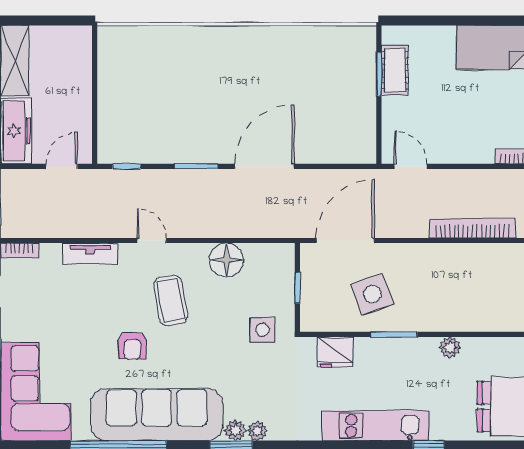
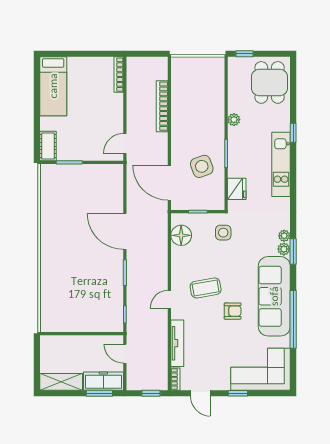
cot: (395, 70) -> (48, 146), moved, turned 90
tv unit: (90, 253) -> (177, 343), width x1.41
floor lamp: (226, 260) -> (181, 235), moved

